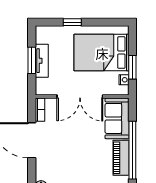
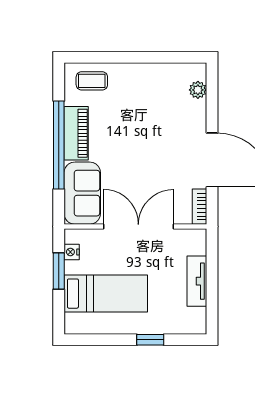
bed: (102, 53) -> (106, 294), width x0.67
window: (32, 60) -> (212, 282), removed

